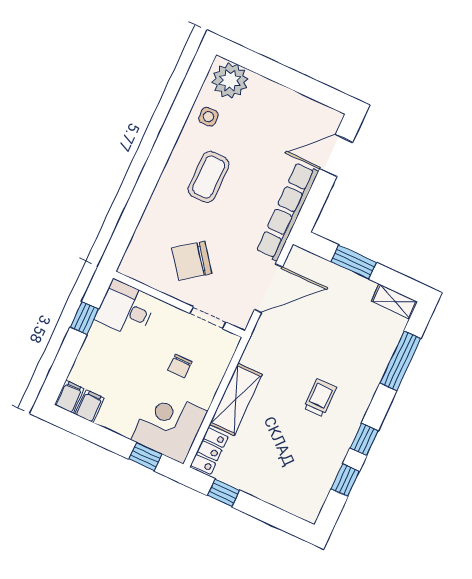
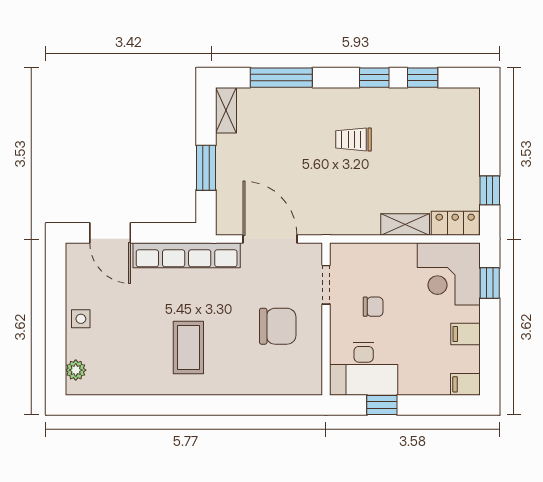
plant: (230, 81) -> (76, 370), width x0.53, depth x0.53
side table: (208, 117) -> (81, 319), moved
coffee table: (209, 177) -> (188, 347), turned 90
chair: (192, 261) -> (278, 326), turned -53
desk: (126, 309) -> (364, 369), width x1.37
chair: (180, 366) -> (373, 307), moved
shelving: (236, 399) -> (405, 224), width x0.67, depth x0.75
filing cabinet: (90, 406) -> (465, 334), moved

